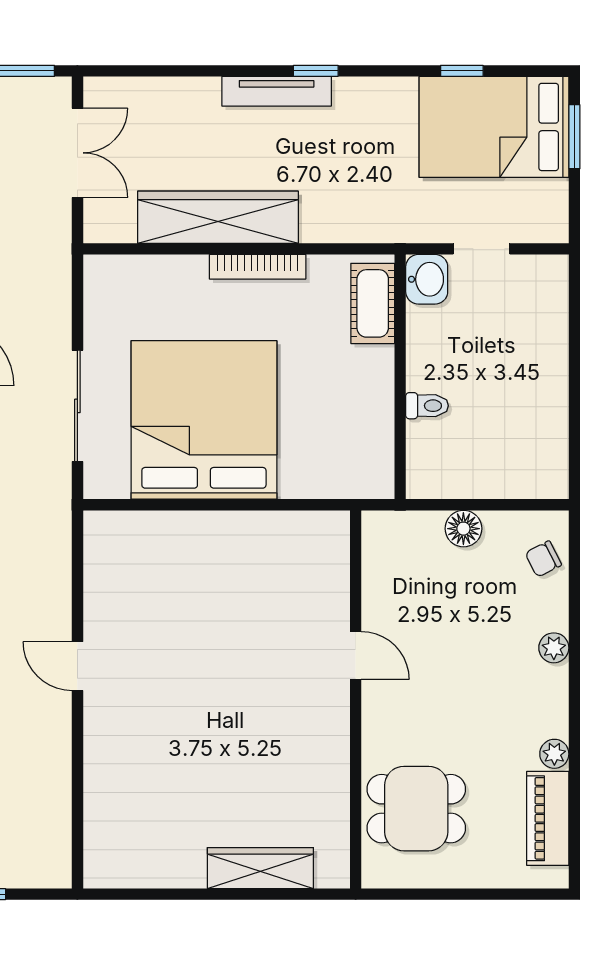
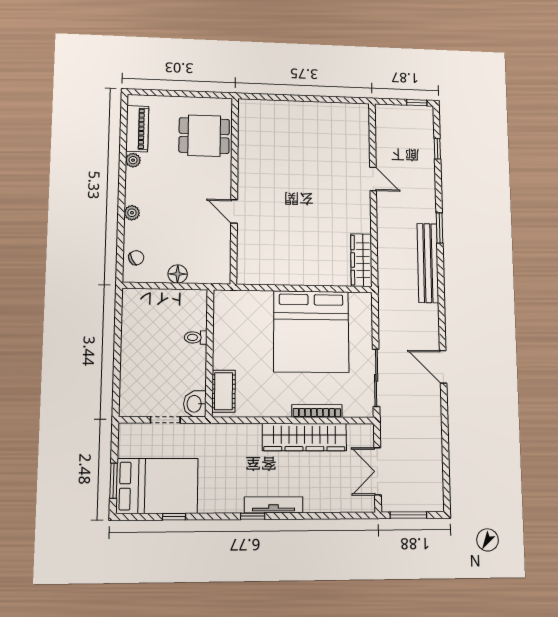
bookcase: (258, 267) -> (317, 411), moved
sliding door: (77, 406) -> (376, 378), moved
door: (77, 666) -> (373, 179), moved
wardrobe: (260, 868) -> (361, 260), moved, turned 90

